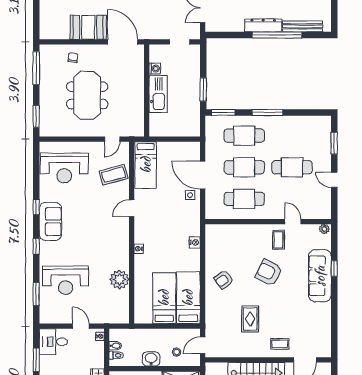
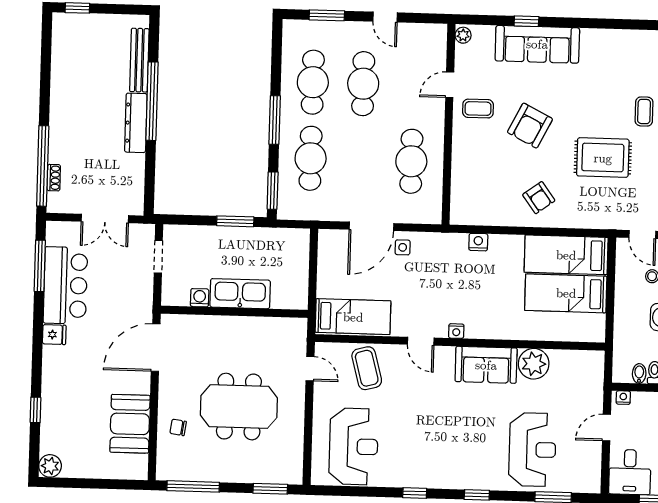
booth: (88, 27) -> (130, 424), moved
cafe table: (244, 167) -> (313, 82), moved
door: (334, 180) -> (385, 17), hinge flipped
sofa: (50, 221) -> (486, 365), moved, turned 180
nightstand: (139, 249) -> (456, 331), moved
rug: (250, 319) -> (603, 158), width x1.36, depth x1.43

